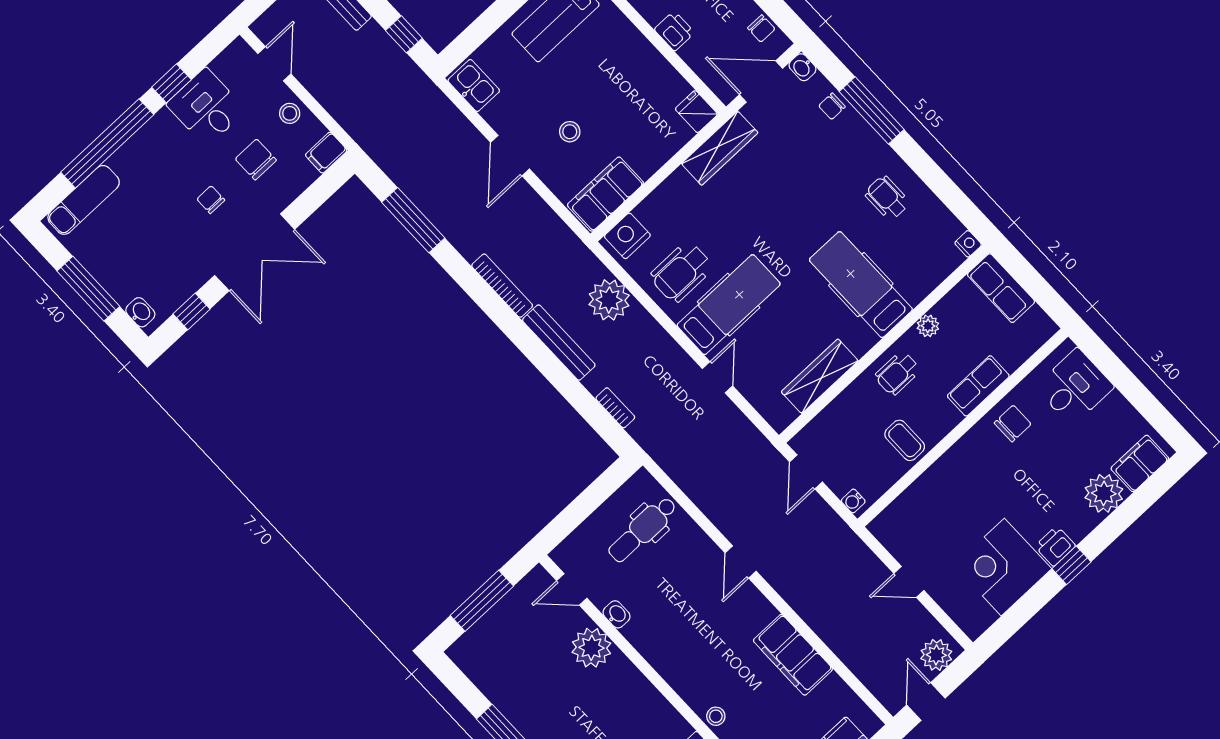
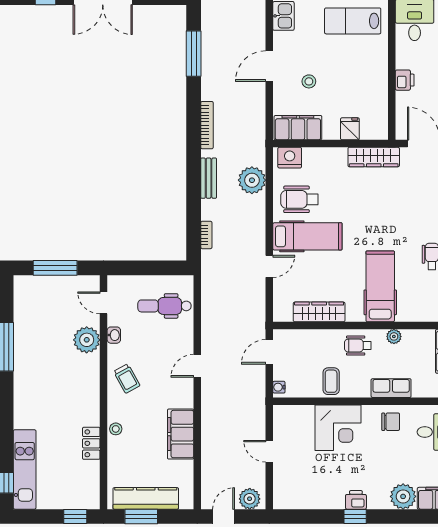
fridge: (696, 112) -> (350, 129), moved
bench: (559, 343) -> (209, 178), width x0.73
corner desk: (1003, 567) -> (338, 428), moved, turned 180
trolley: (676, 649) -> (127, 379), added

